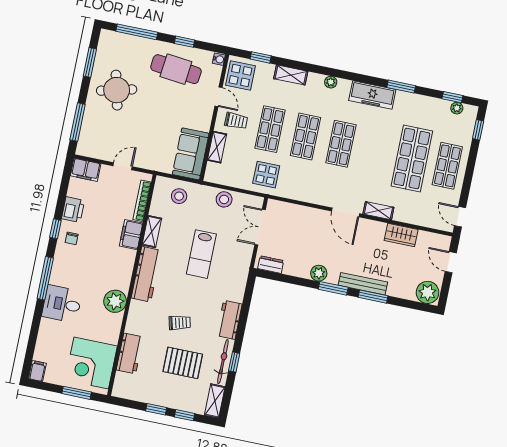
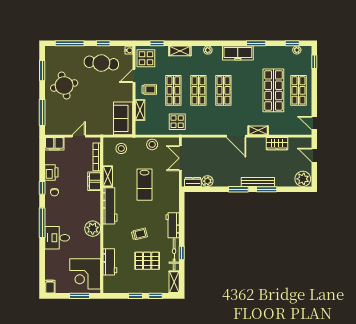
door: (219, 97) -> (134, 76), swing flipped
plant: (319, 273) -> (207, 181), moved

